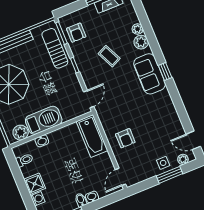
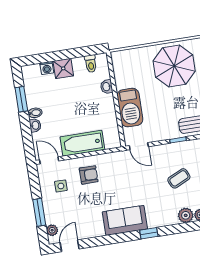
sofa: (150, 74) -> (125, 220), moved
barbecue: (44, 120) -> (130, 108), moved
plant: (21, 133) -> (121, 66), removed
bathtub: (92, 136) -> (82, 143), moved
armchair: (125, 138) -> (89, 175), turned 180
side table: (163, 163) -> (61, 186), moved

